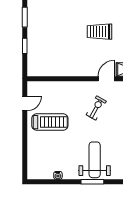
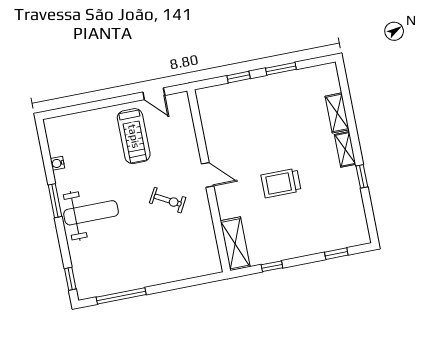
trolley: (100, 32) -> (281, 183), turned -90
door: (106, 79) -> (208, 175), moved
window: (92, 182) -> (55, 201), moved

